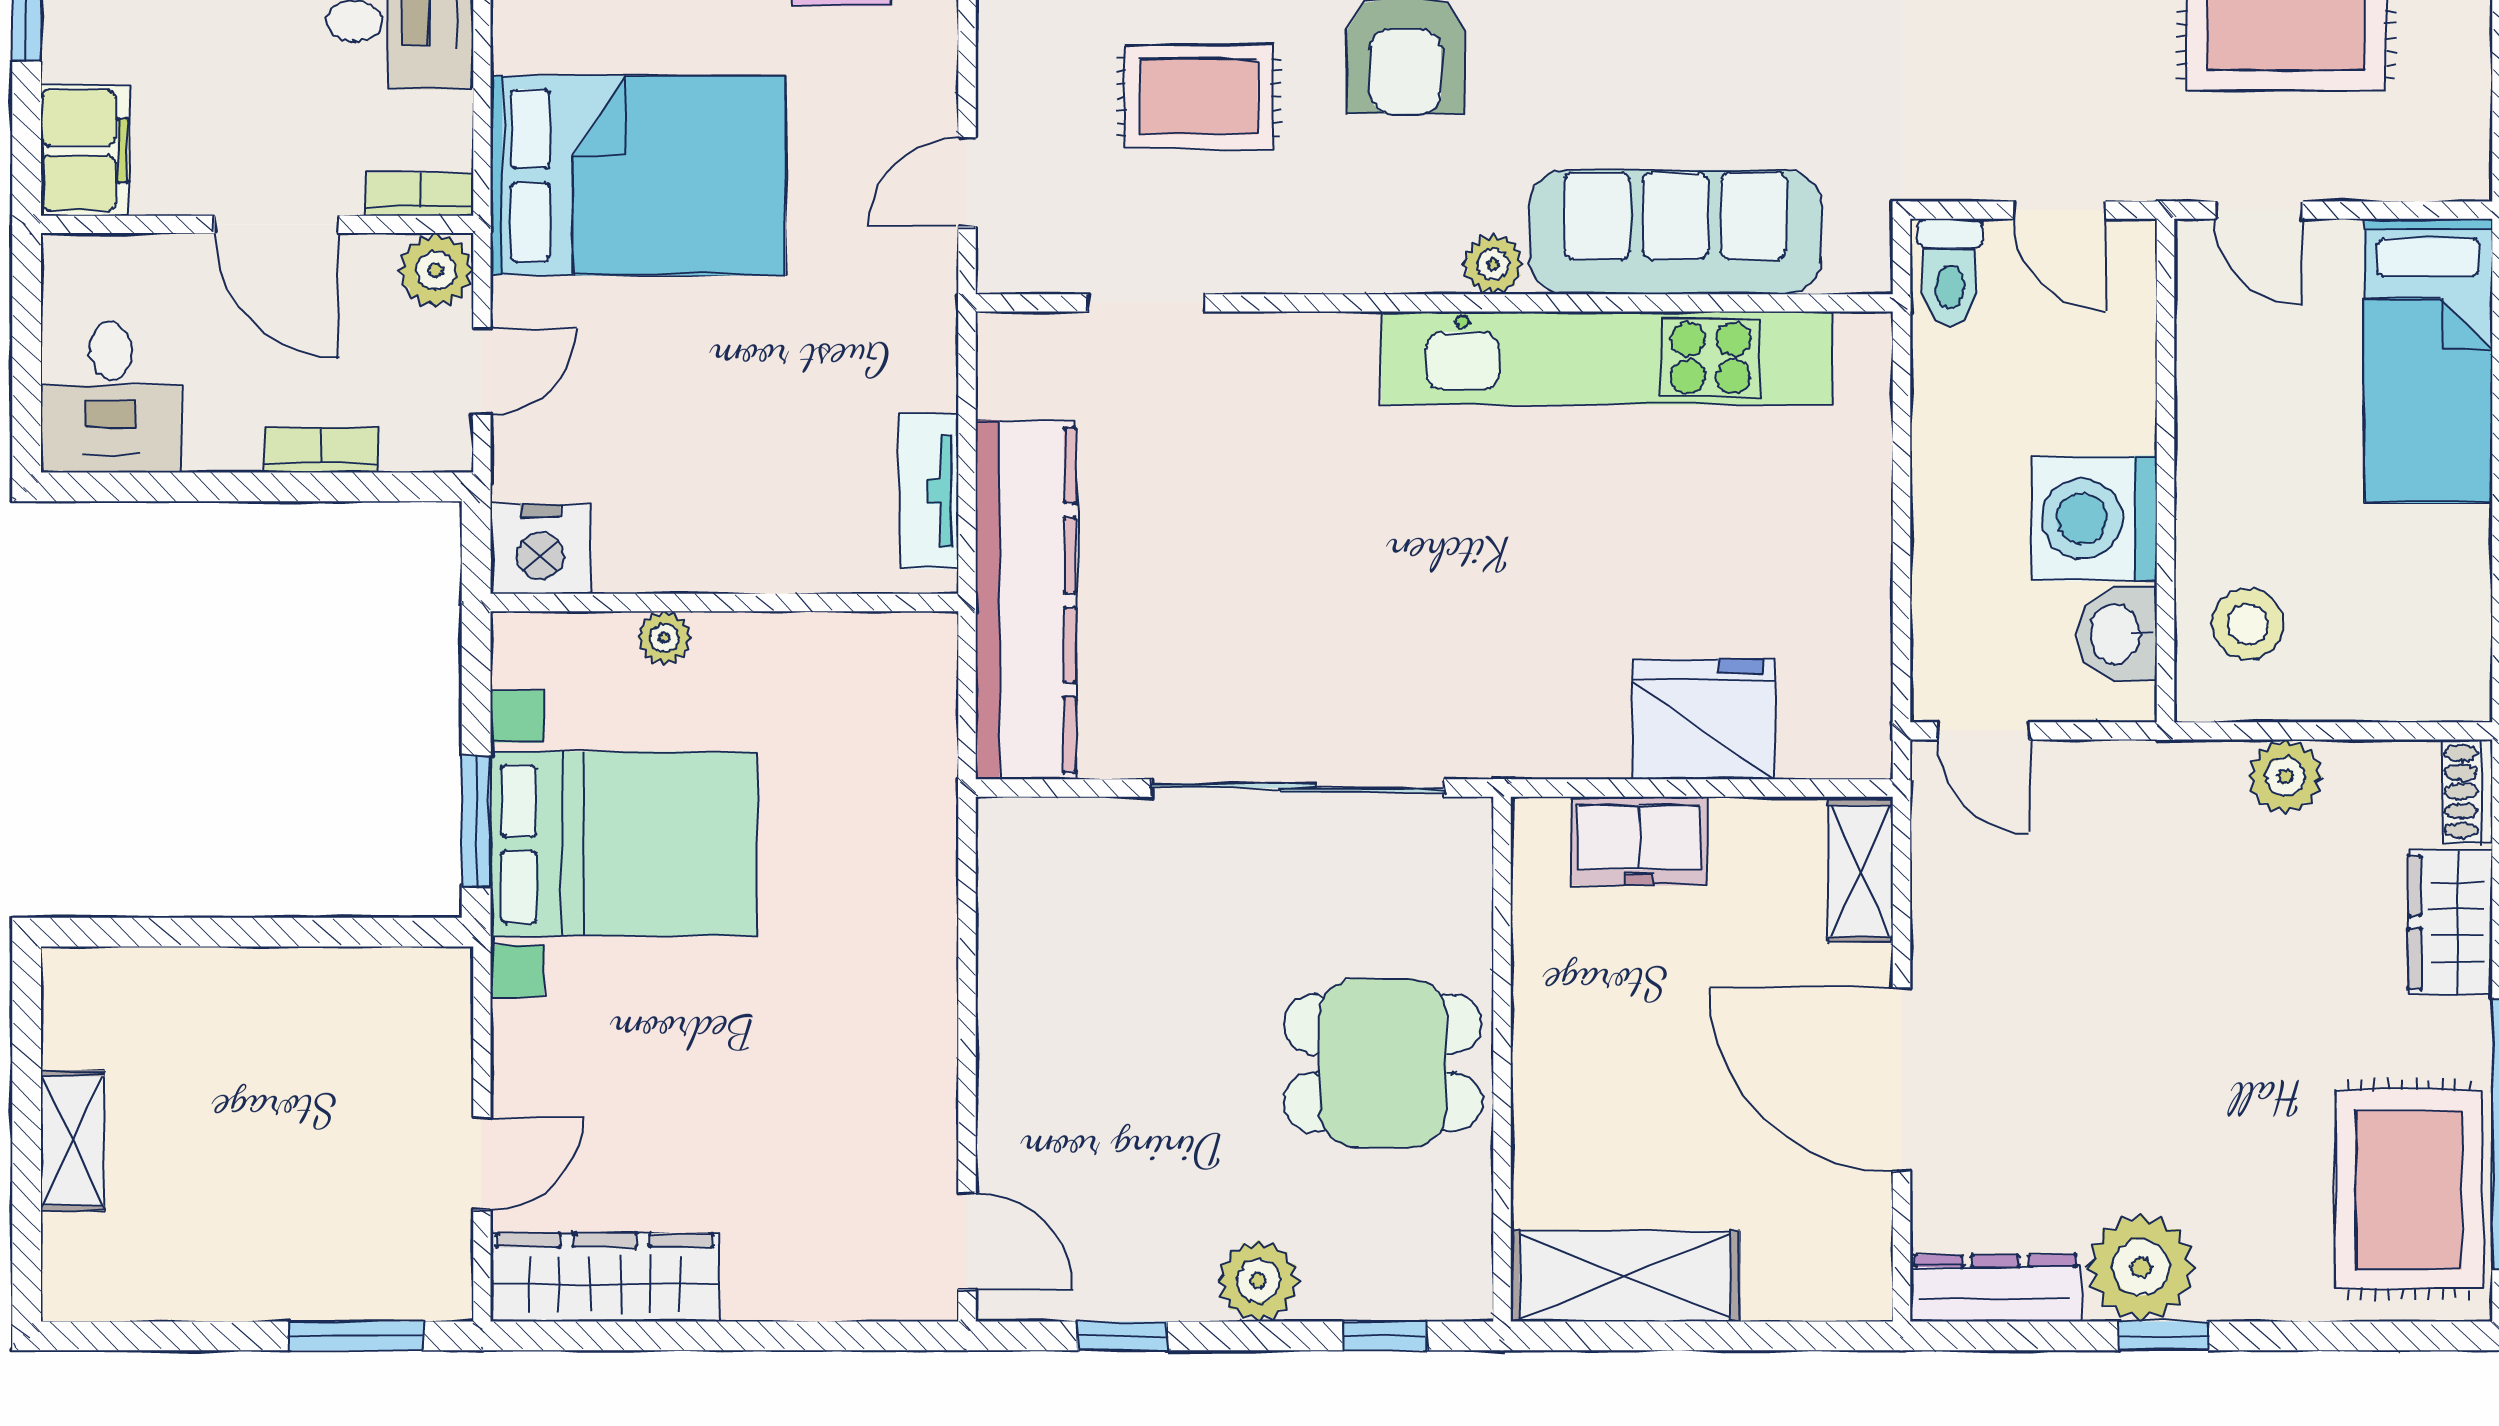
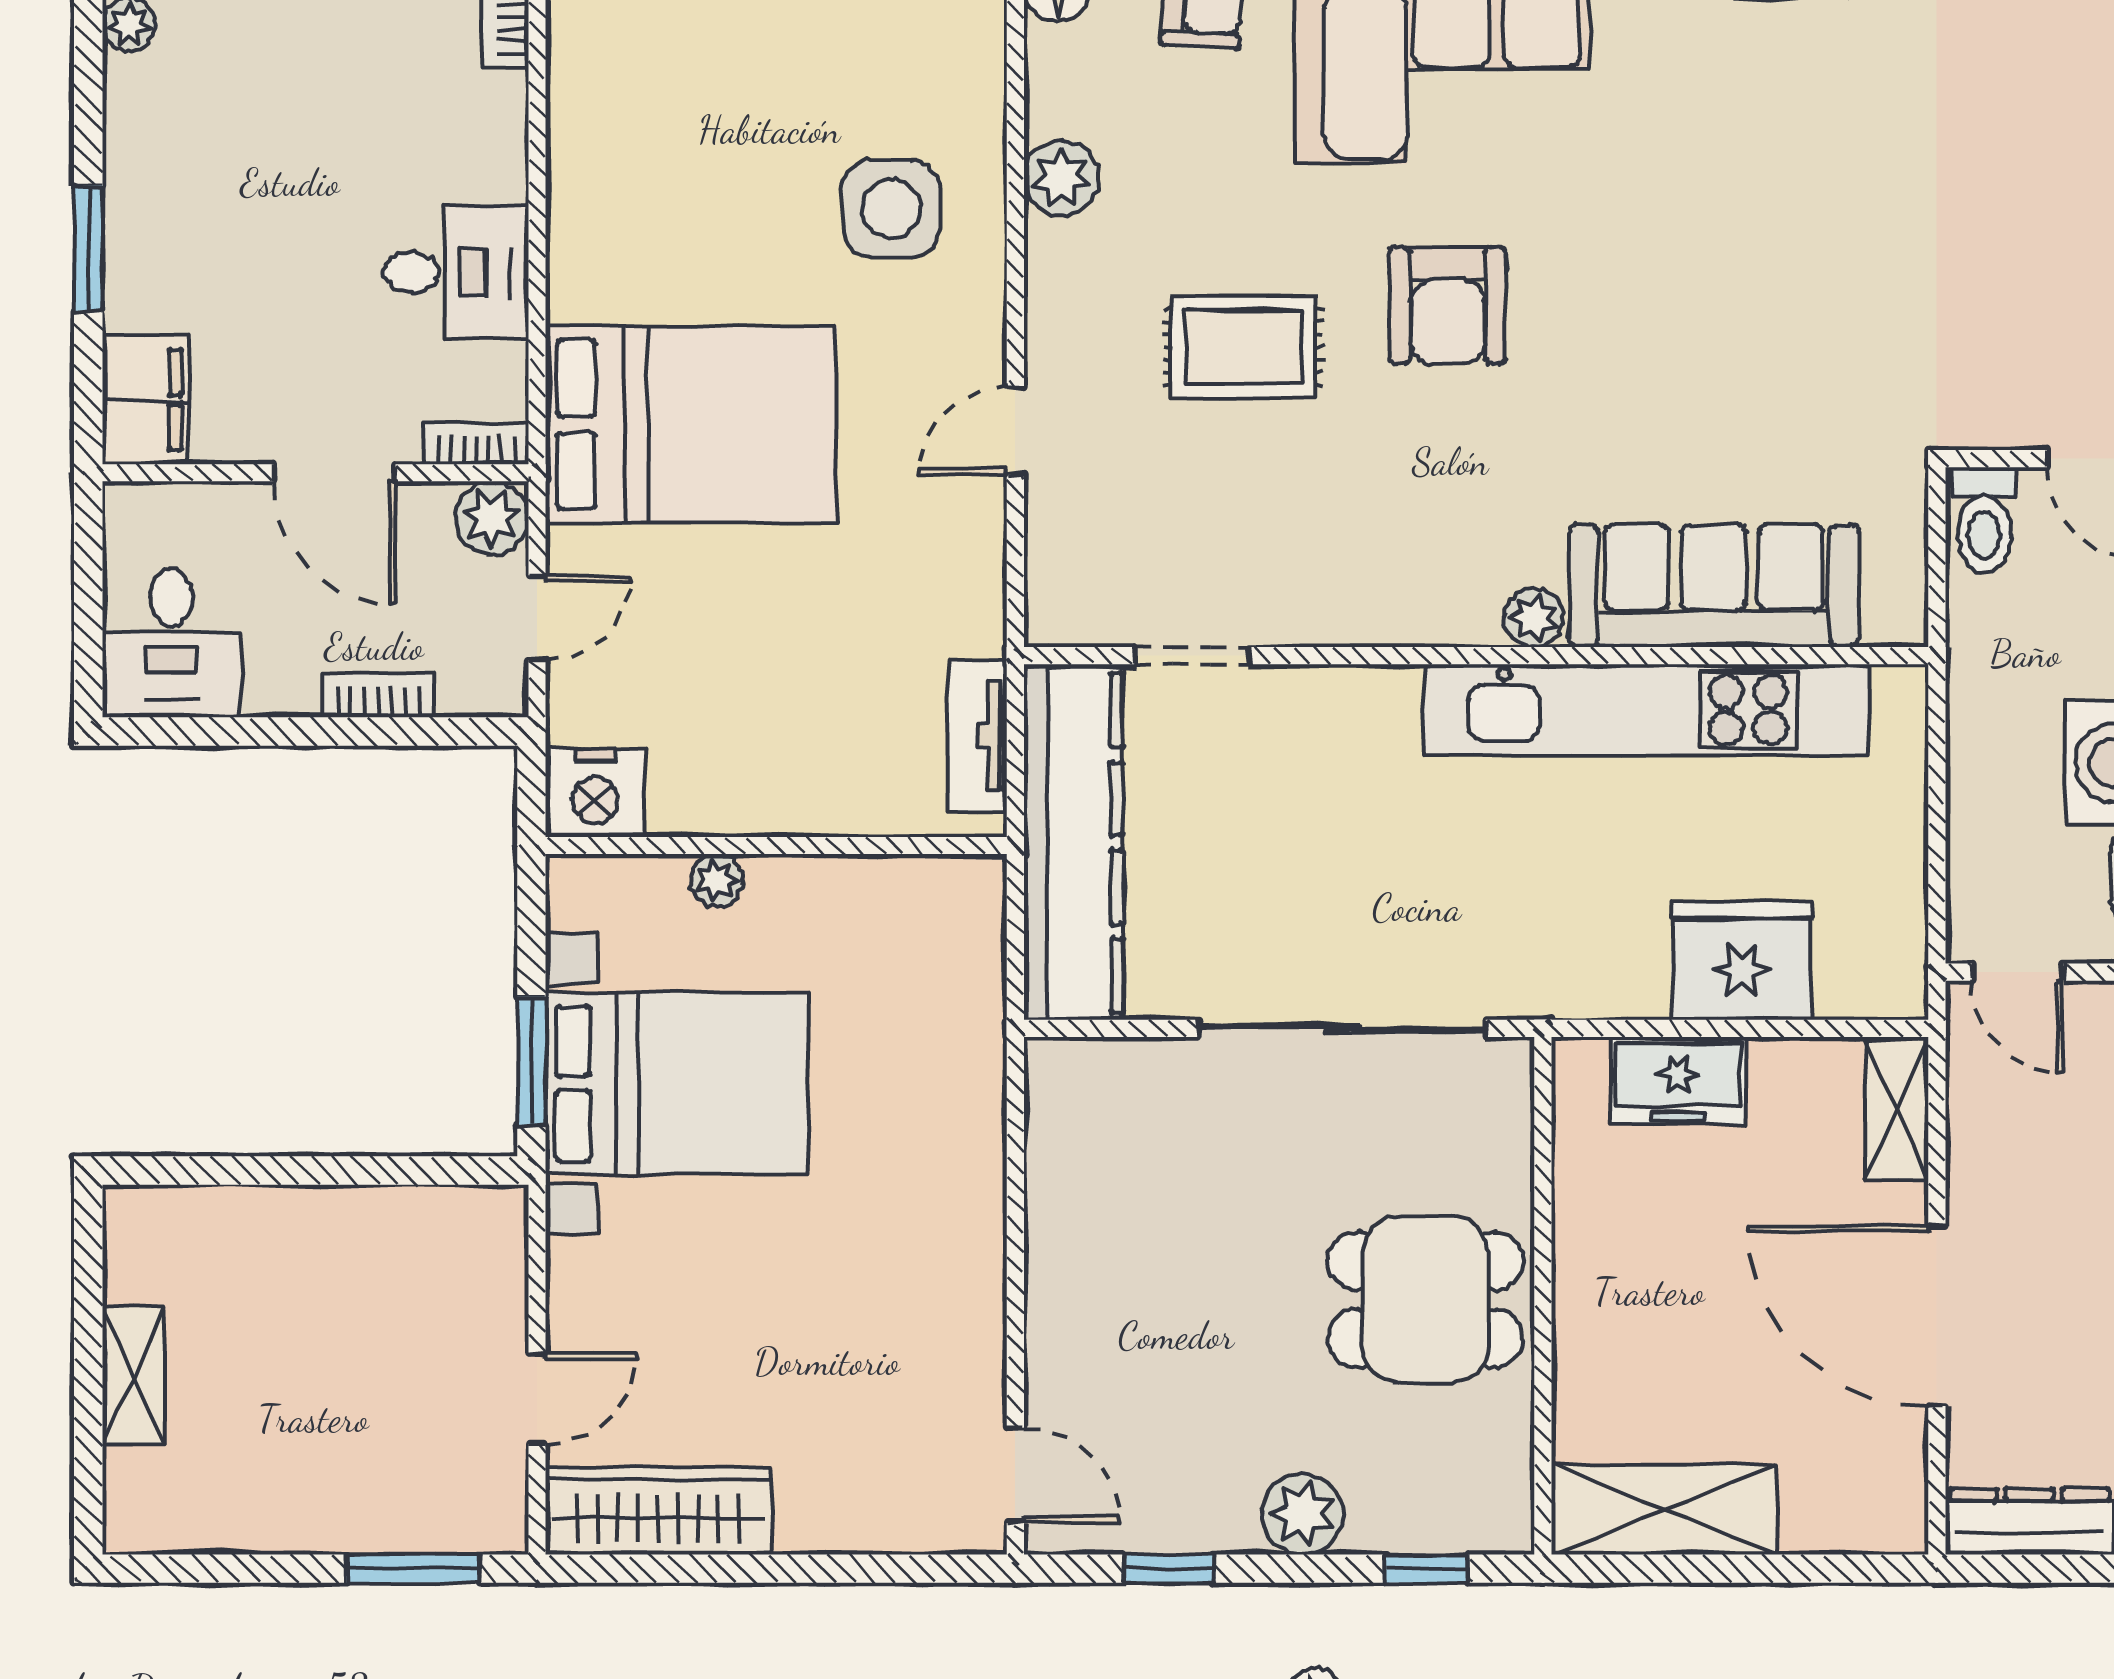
sofa: (1675, 232) -> (1714, 586), moved
plant: (1493, 264) -> (1534, 618), moved
doorway: (1146, 303) -> (1192, 656), moved
wall: (1434, 303) -> (1476, 656), moved
kitchen unit: (1607, 358) -> (1646, 710), moved

